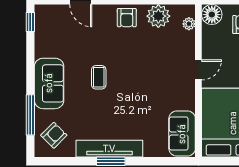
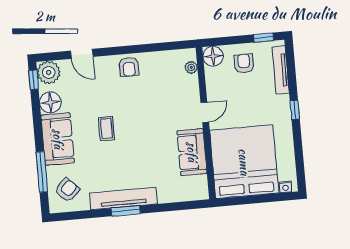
plant: (158, 16) -> (49, 72), moved
floor lamp: (45, 46) -> (50, 102), added
sofa: (182, 134) -> (192, 152), moved

